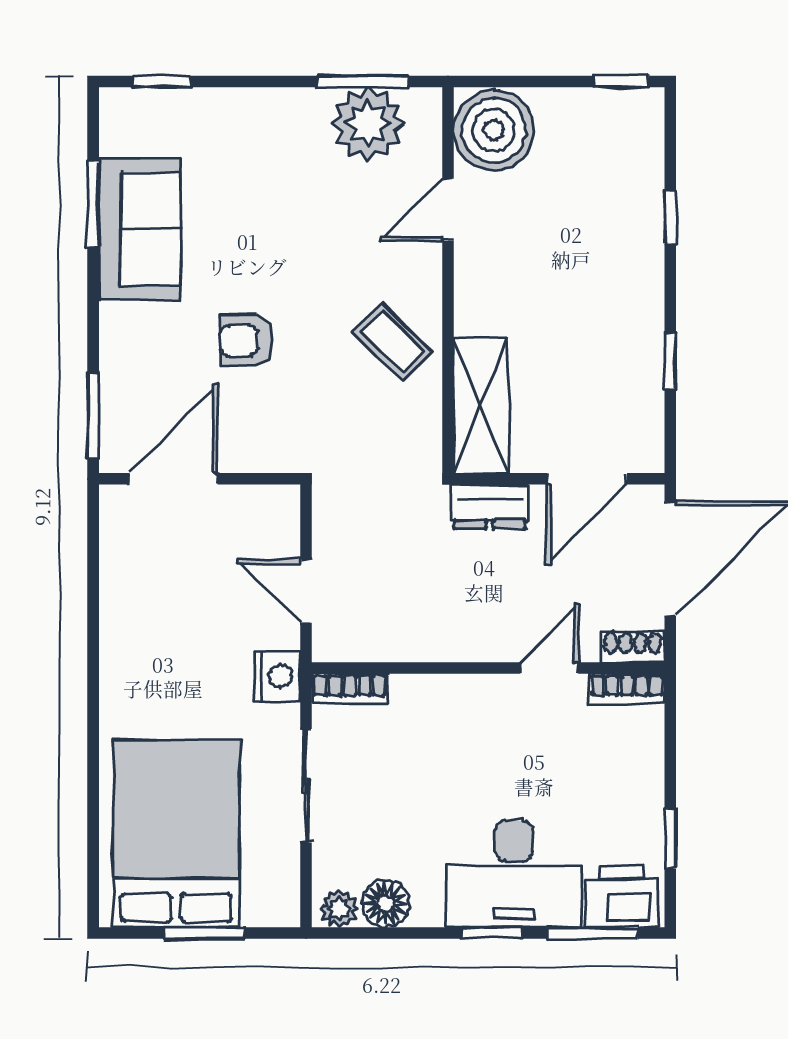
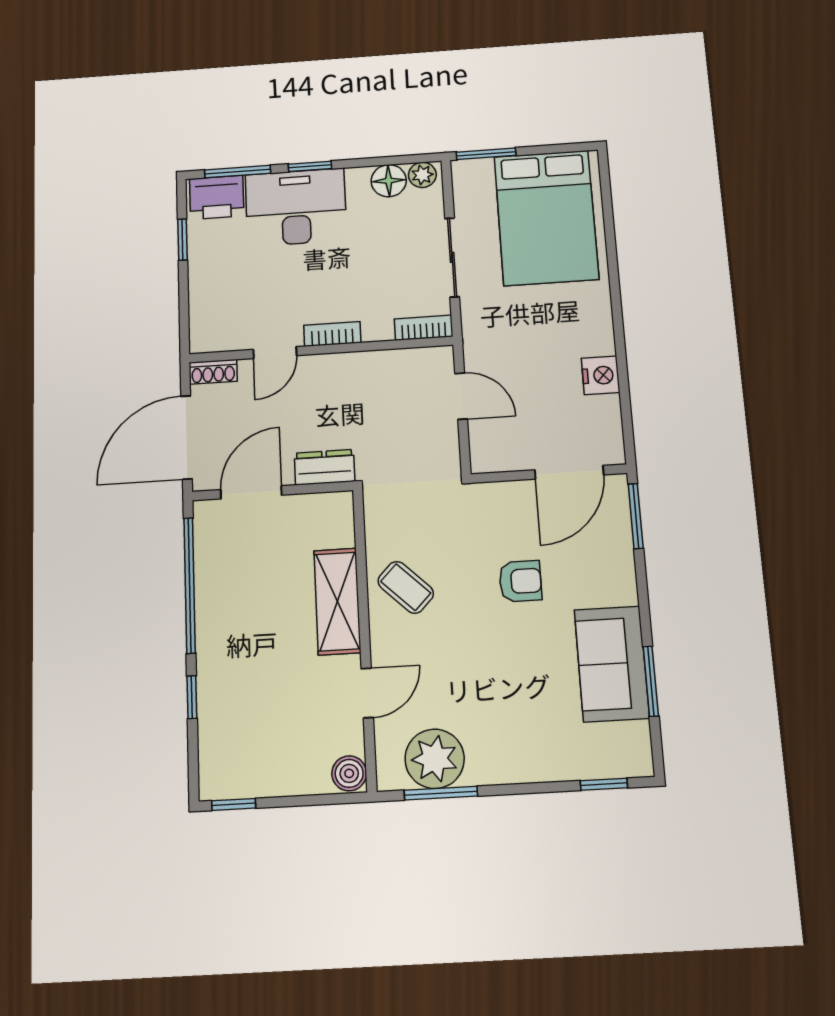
boiler: (494, 130) -> (349, 773), width x0.54, depth x0.54
window: (670, 361) -> (190, 585), width x3.17
shelving: (481, 405) -> (337, 601), moved
nightstand: (277, 676) -> (601, 375), moved, turned 180
bookcase: (627, 689) -> (332, 334), moved
window: (205, 933) -> (486, 154), moved

